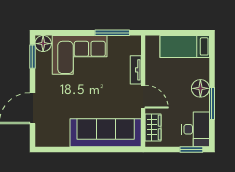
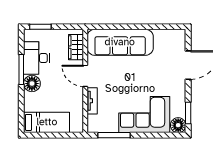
desk: (196, 129) -> (36, 58), moved

